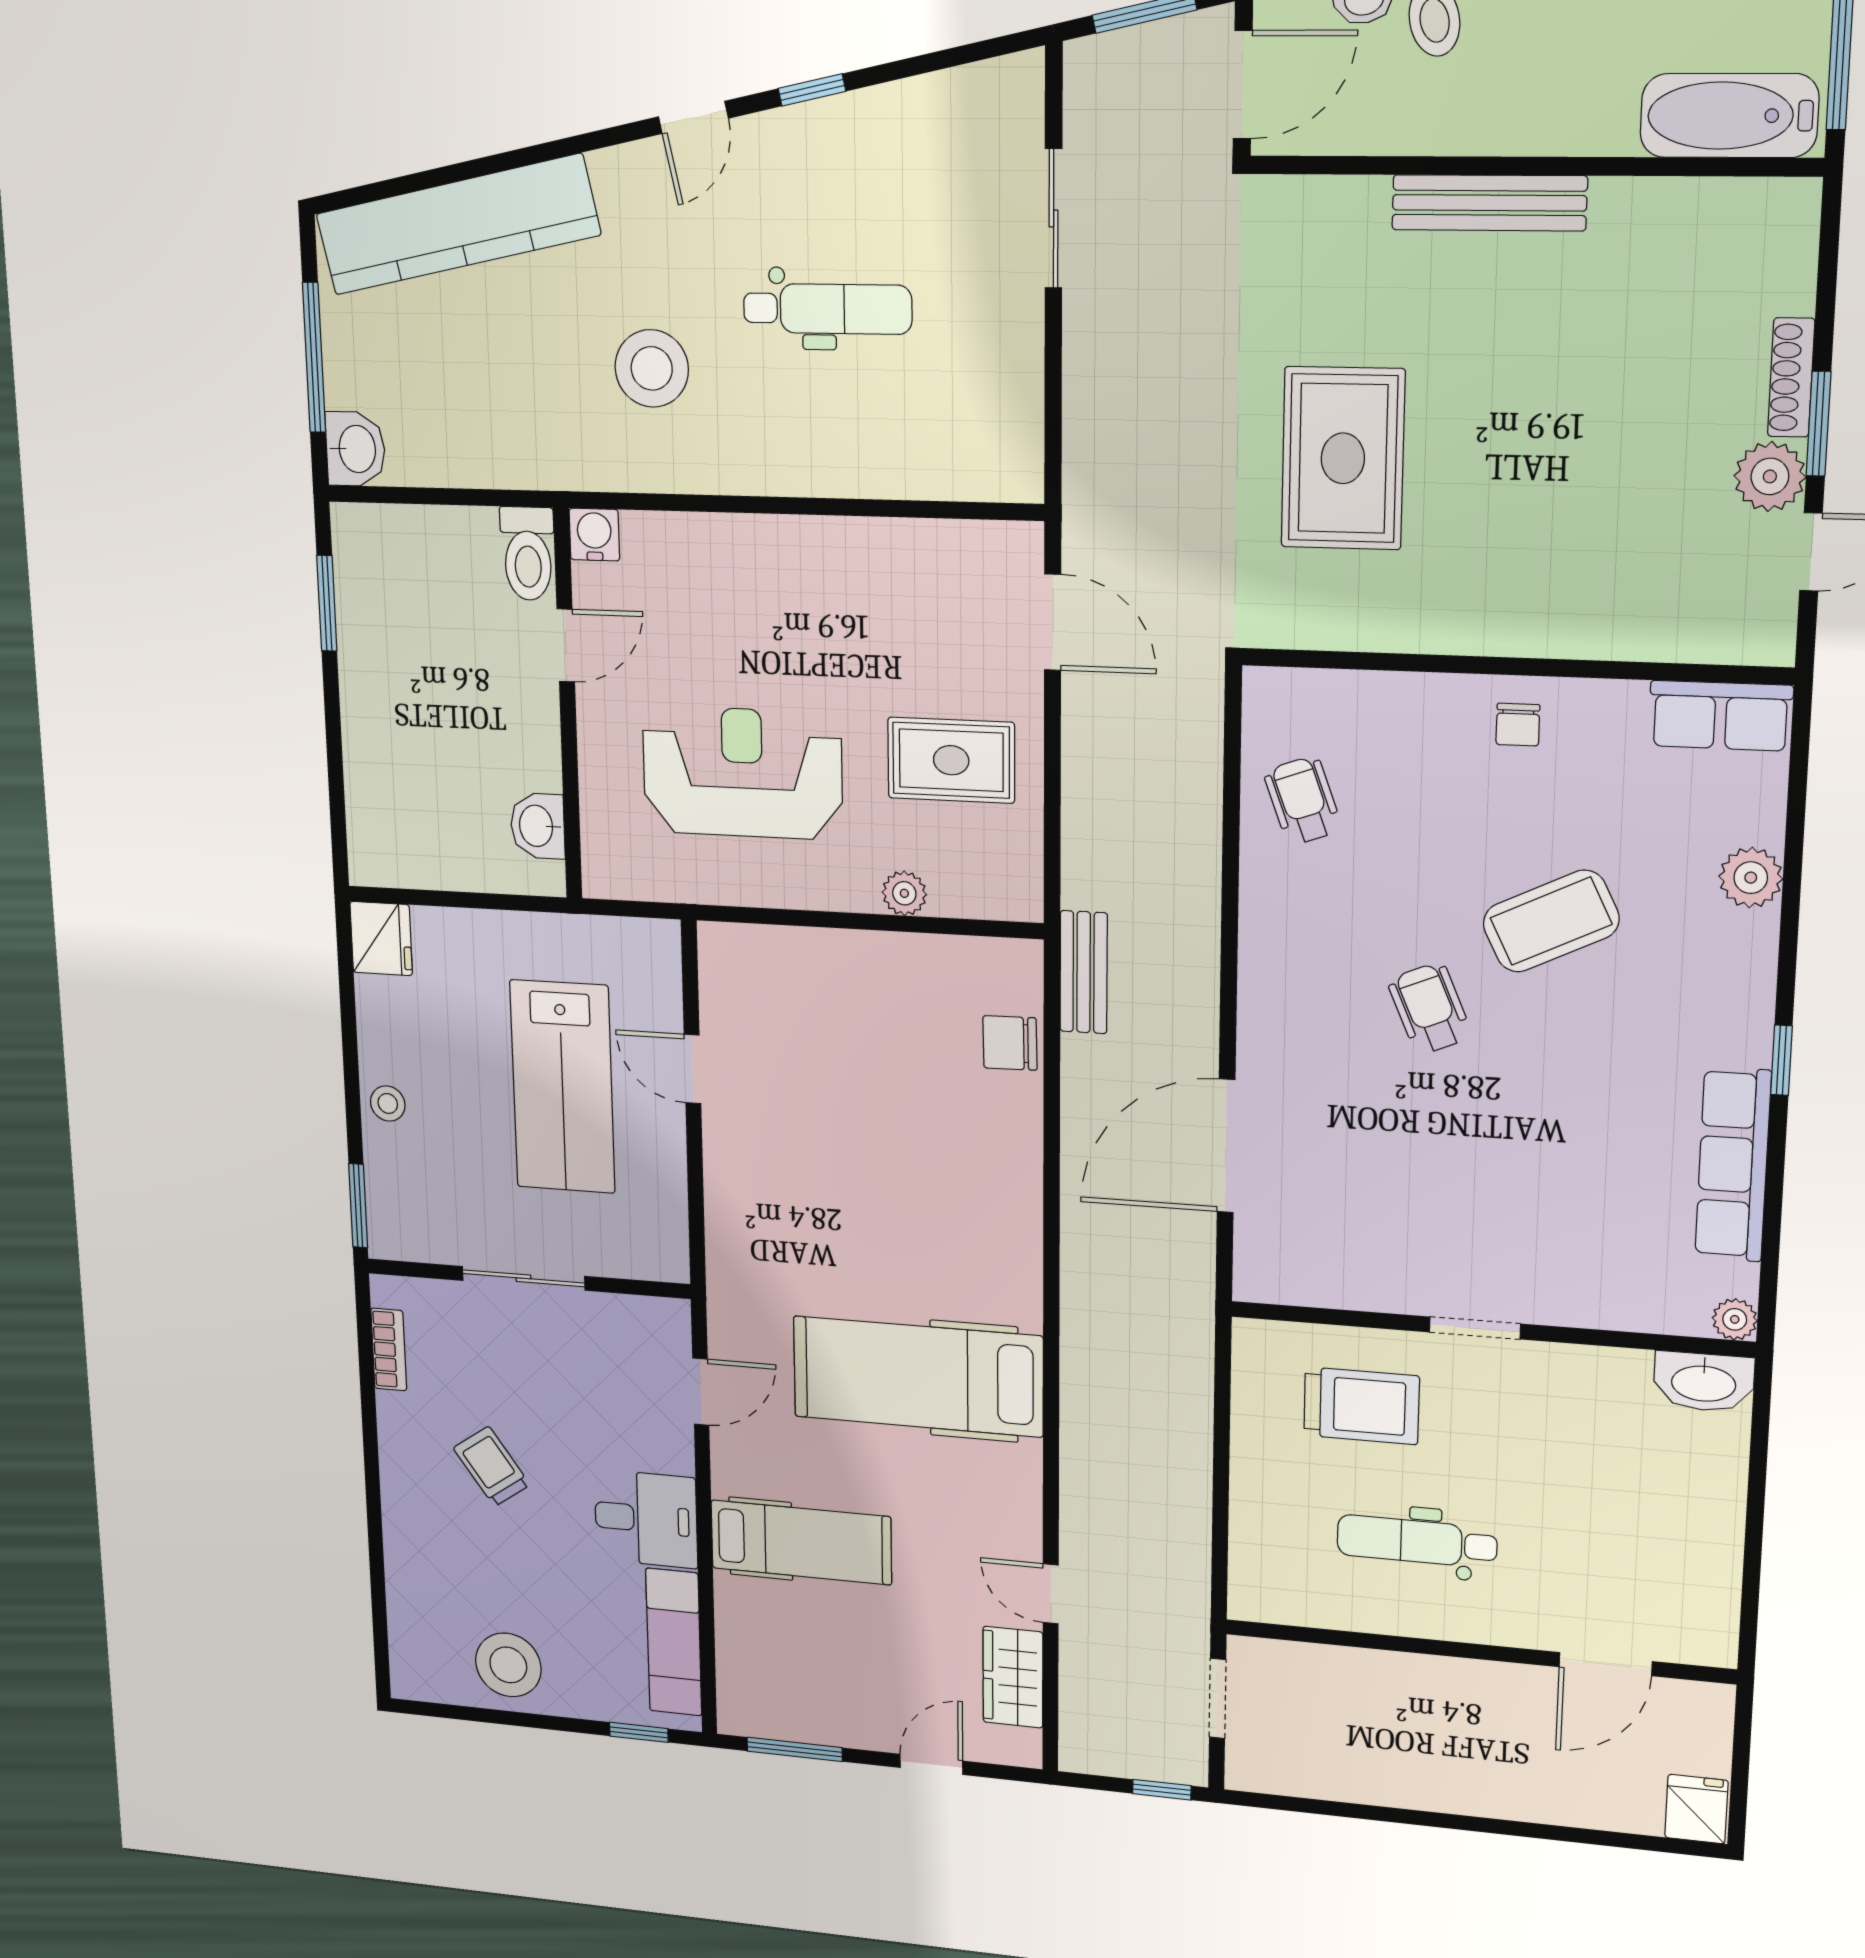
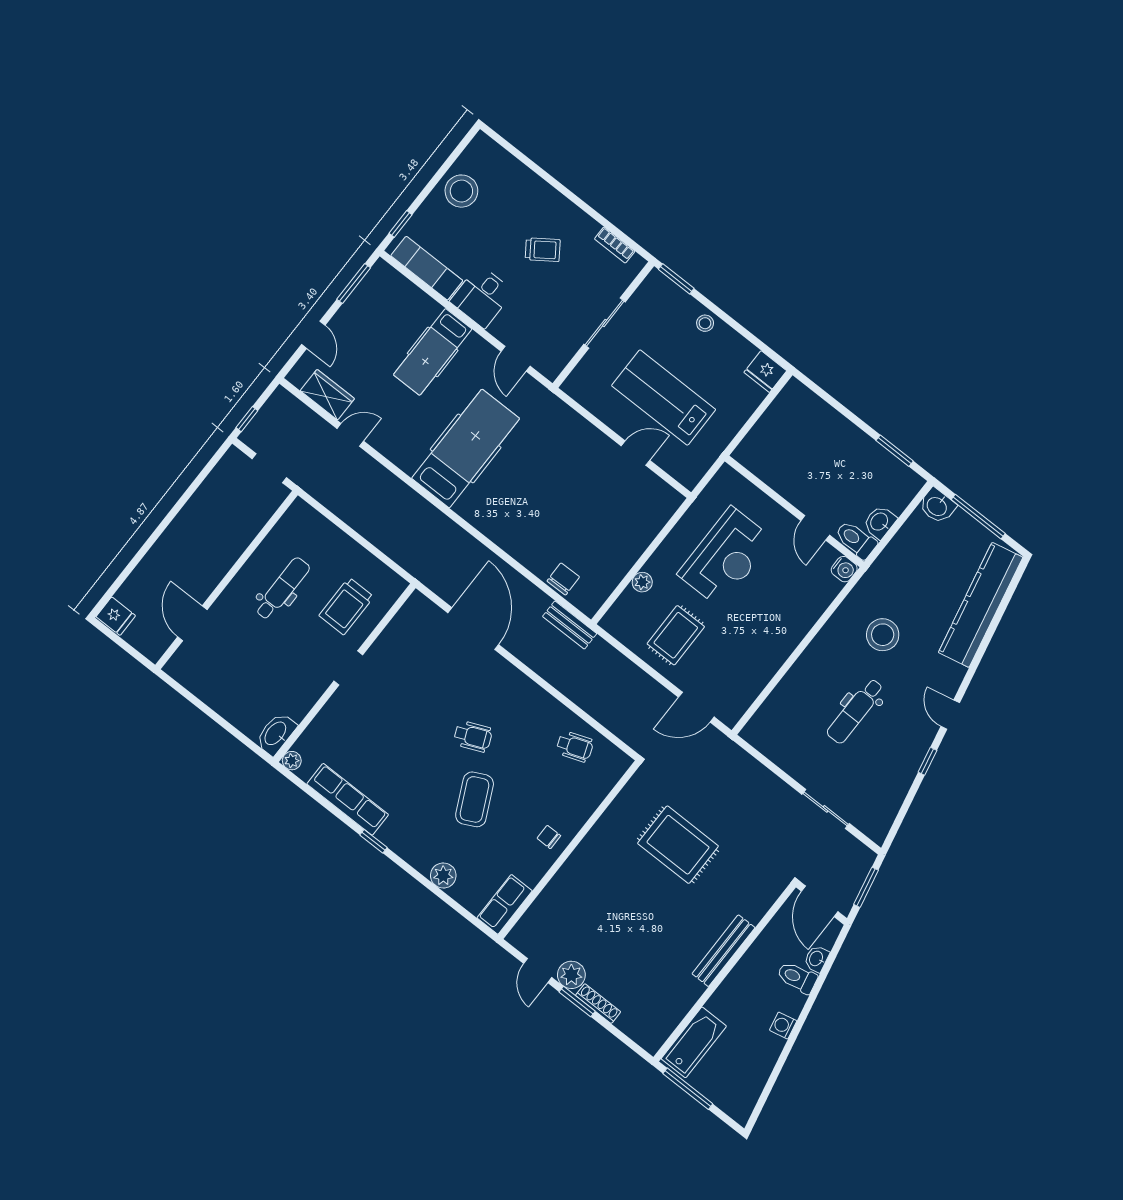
washbasin: (538, 826) -> (880, 522), moved, turned -90

